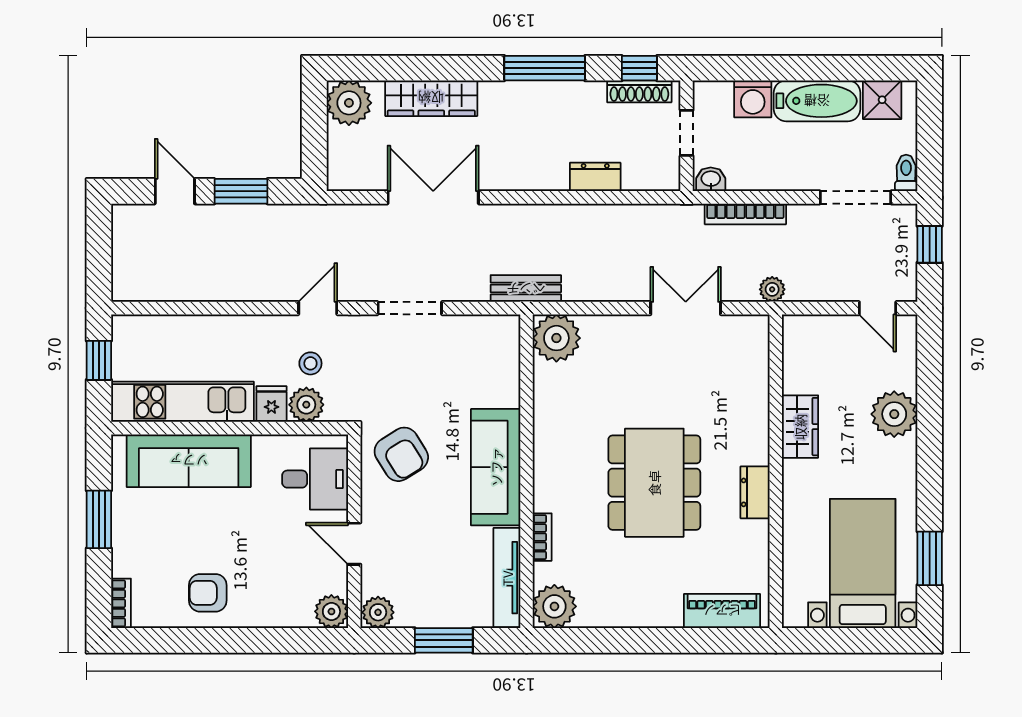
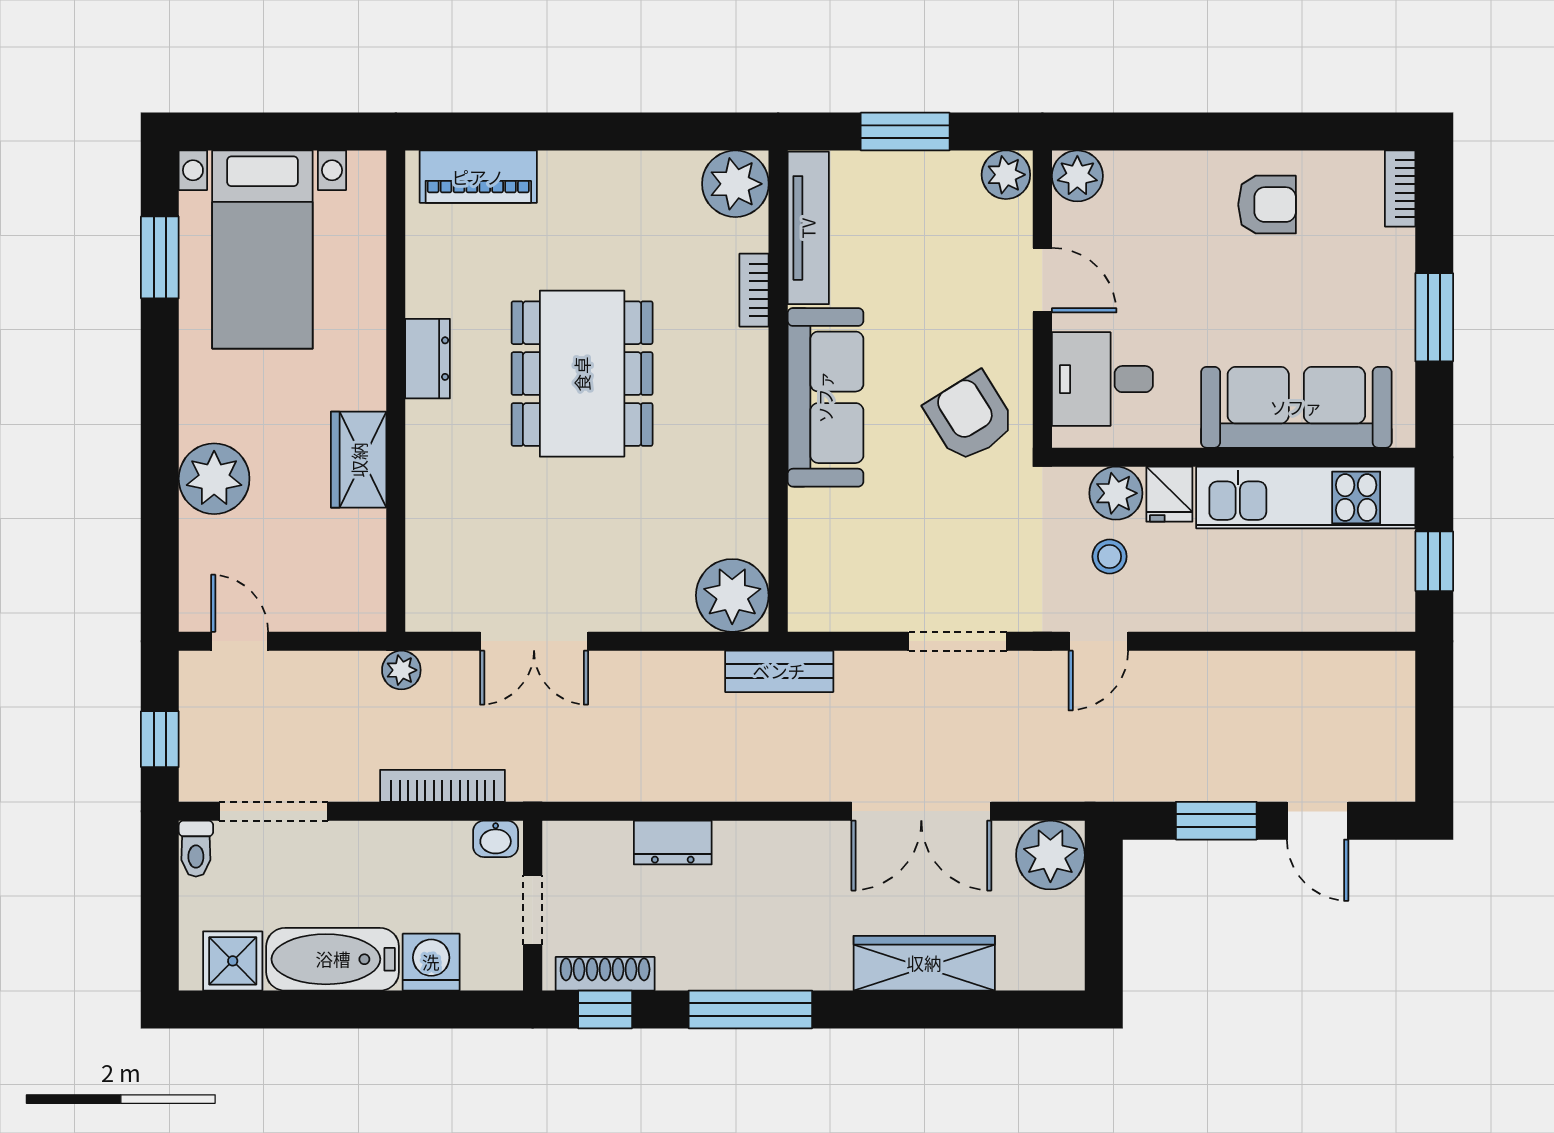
plant: (349, 103) -> (1050, 855), moved

